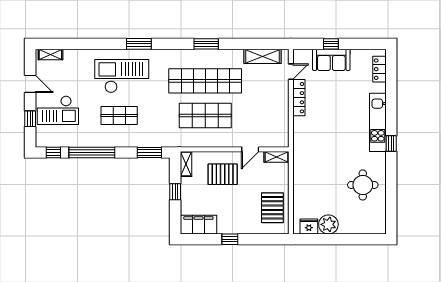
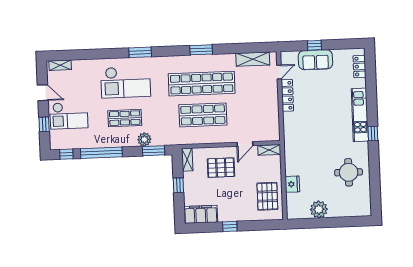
checkout: (122, 76) -> (126, 82), turned 180
plant: (140, 140) -> (144, 139), added
fridge: (309, 226) -> (292, 184), moved, turned 90

